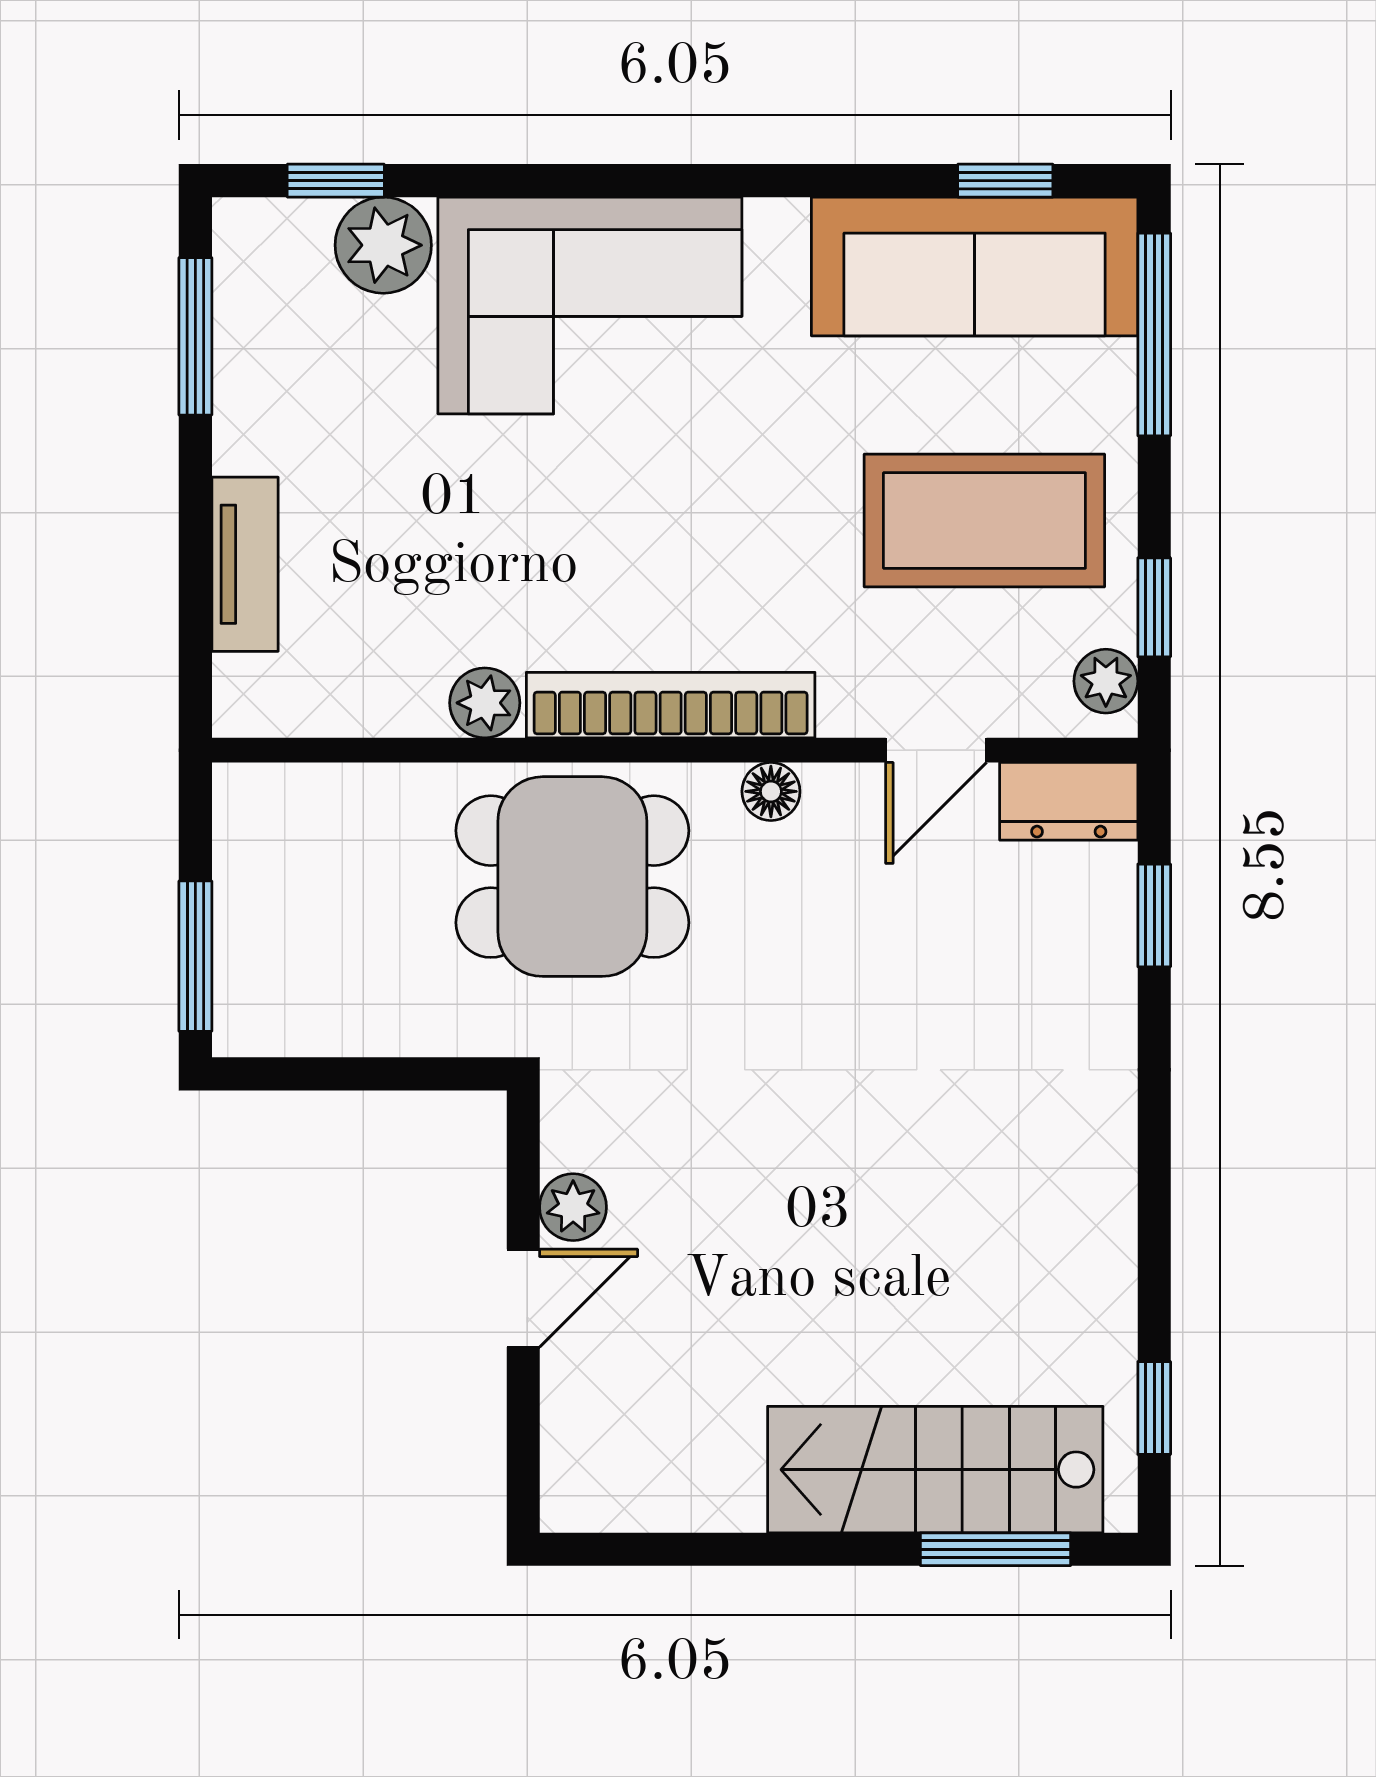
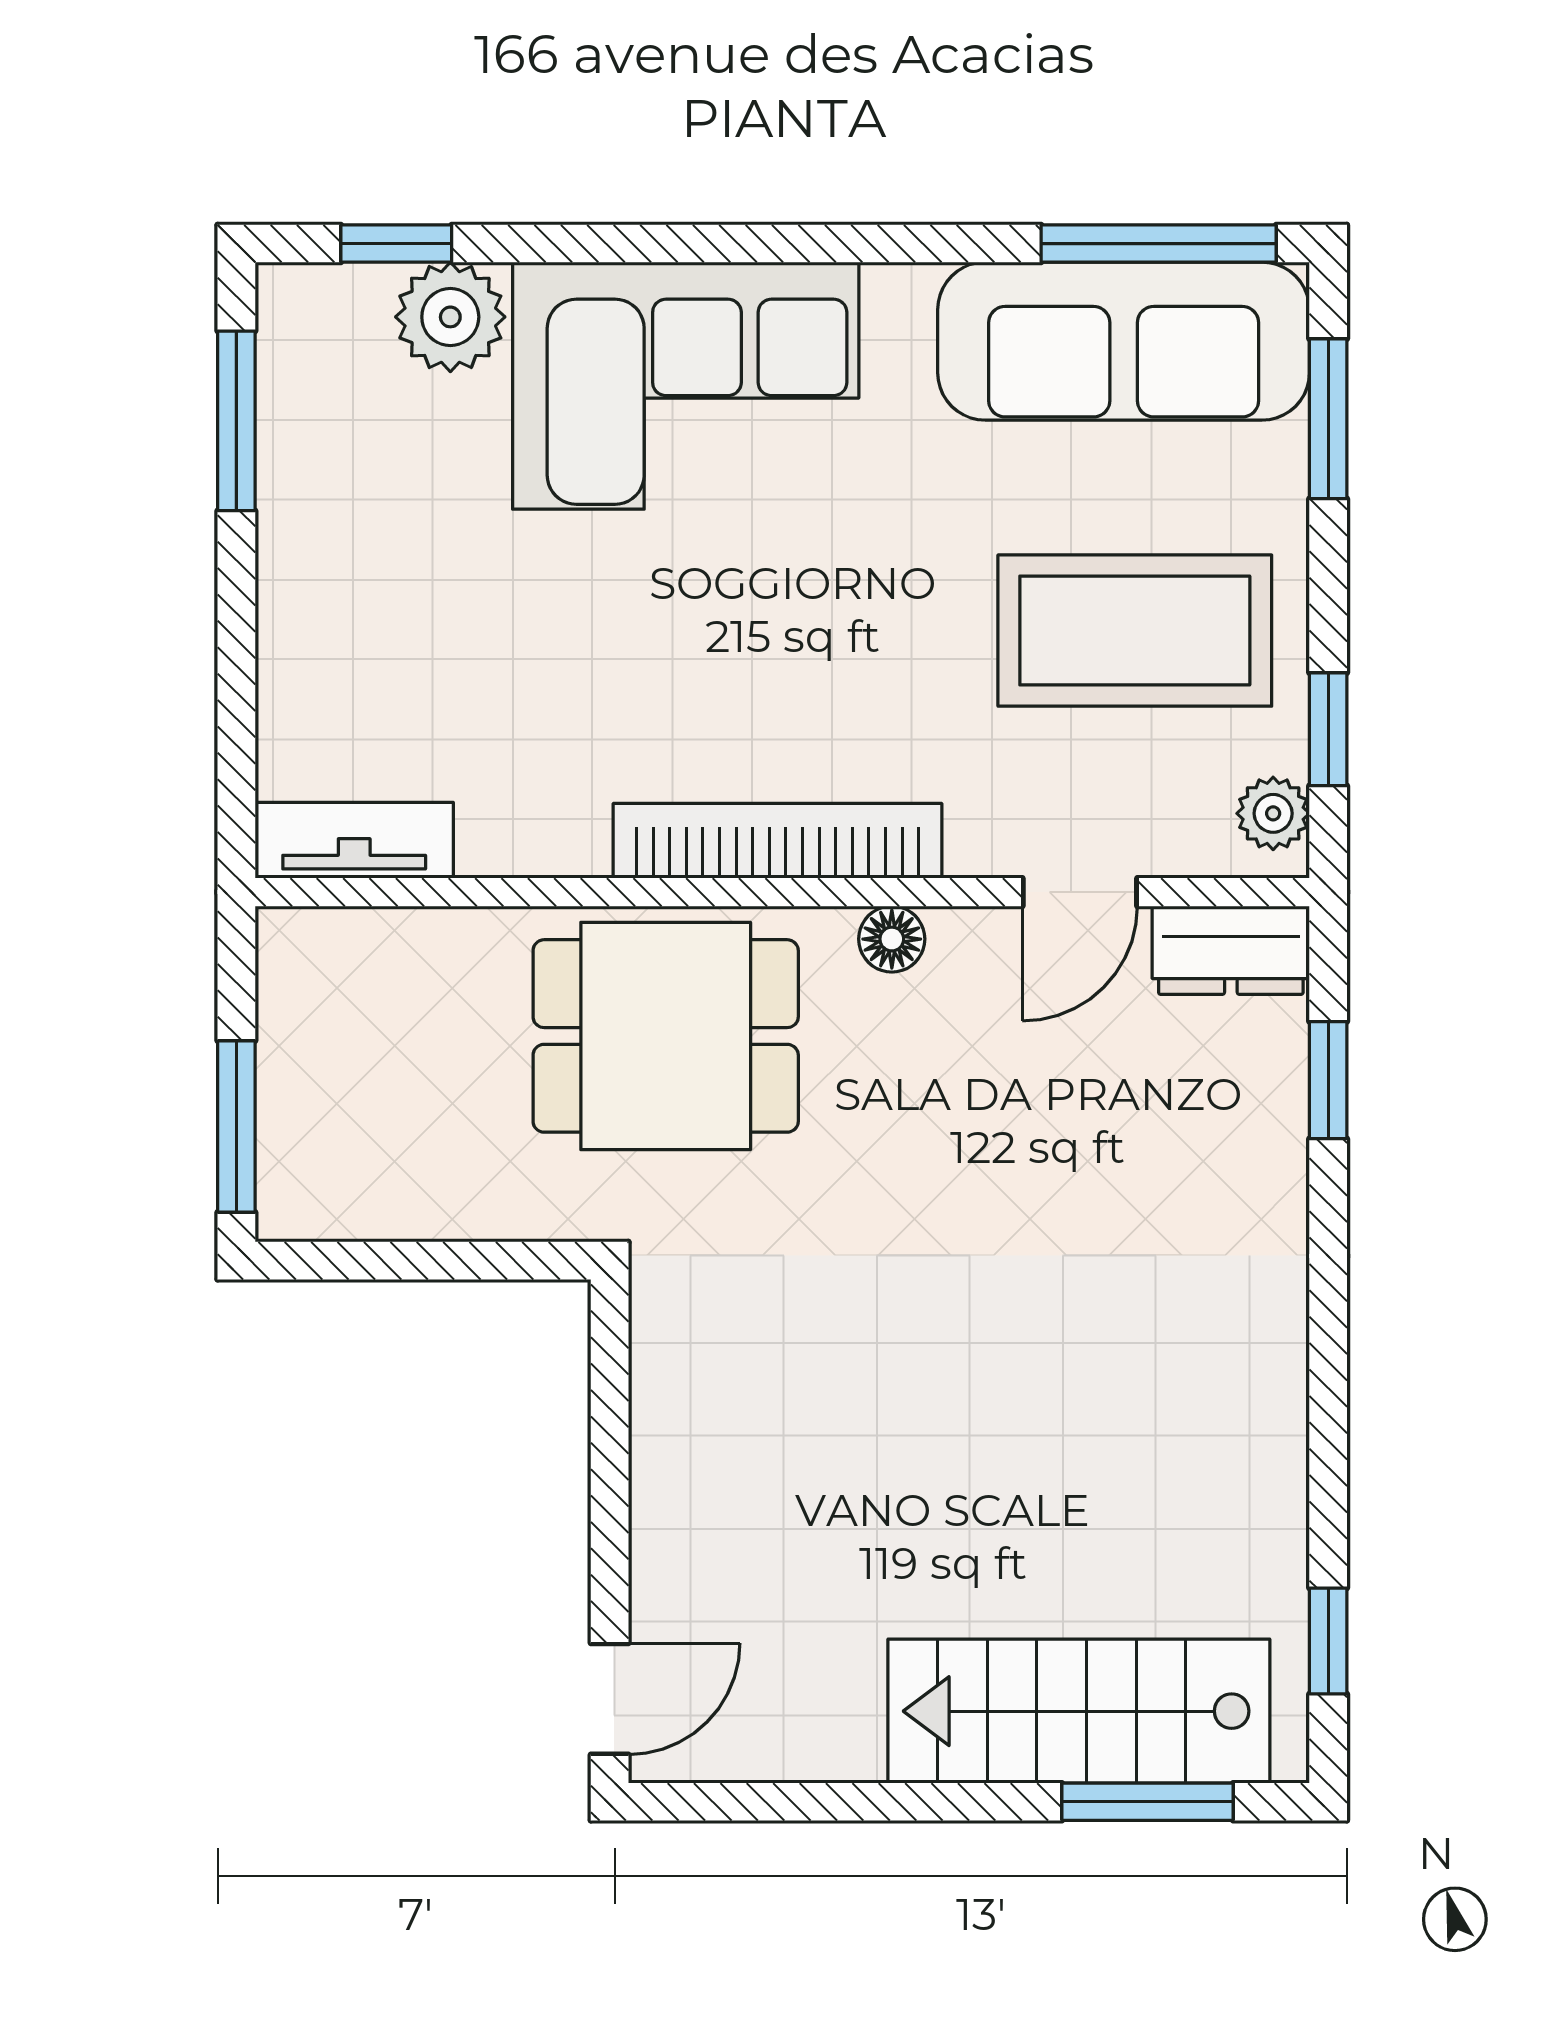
window: (1005, 181) -> (1159, 244), width x2.17
window: (1154, 334) -> (1328, 419), width x0.69
tv unit: (245, 564) -> (354, 840), moved, turned -90
plant: (485, 703) -> (566, 838), removed
plant: (573, 1207) -> (666, 1412), removed
door: (523, 1298) -> (610, 1699), moved

